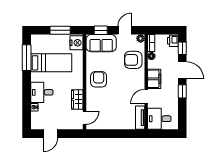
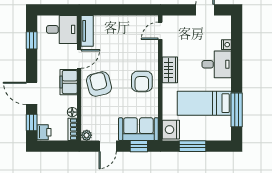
armchair: (133, 60) -> (99, 84), moved, turned -104
window: (182, 91) -> (32, 40), moved
wardrobe: (77, 99) -> (170, 70), moved

